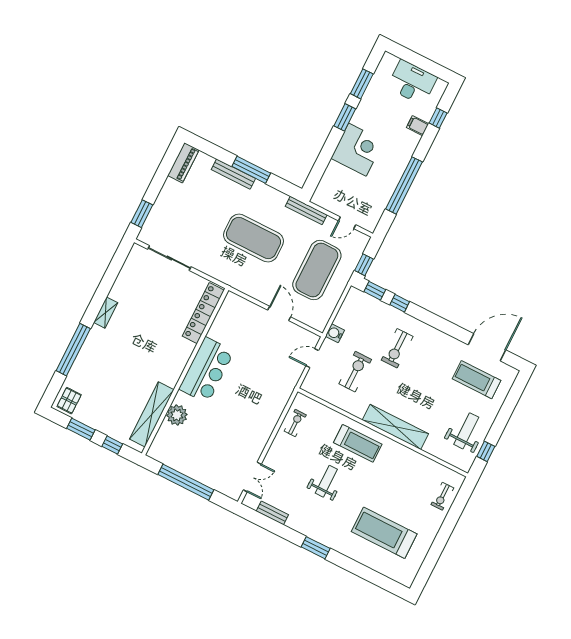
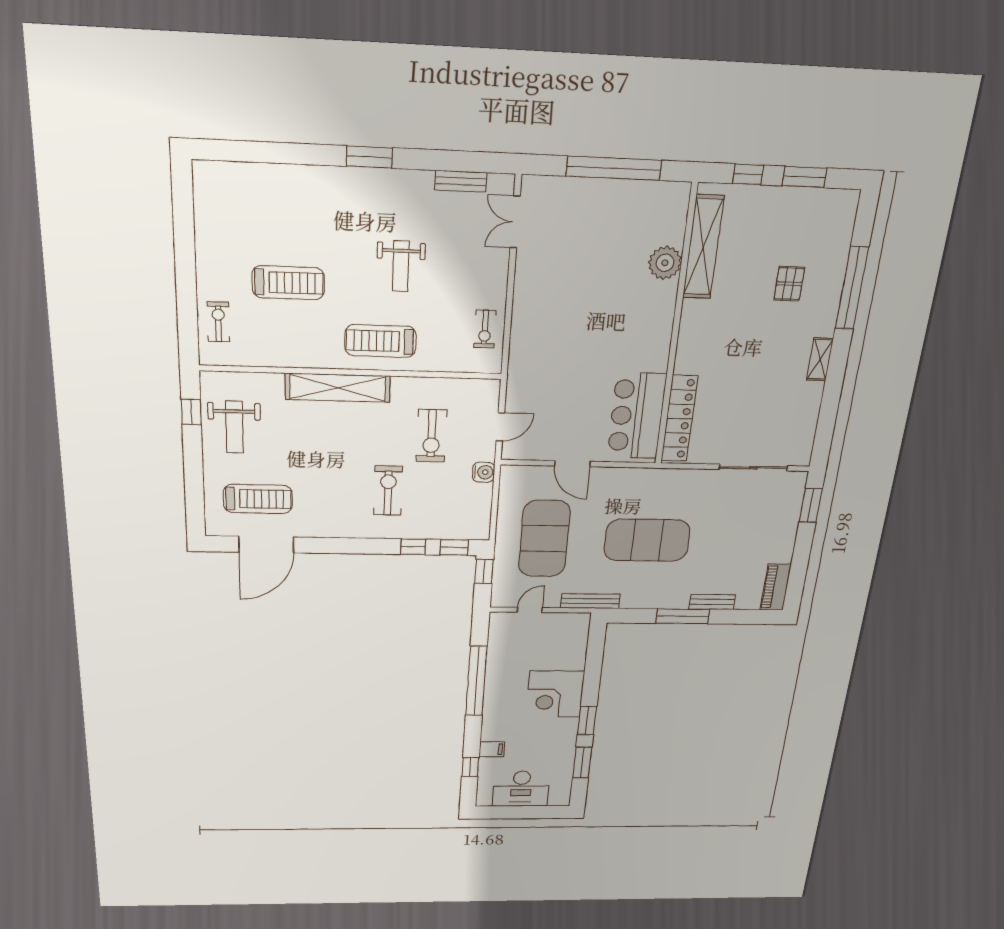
bench: (233, 174) -> (712, 602), width x0.73
bar counter: (206, 370) -> (637, 416), moved
pallet: (69, 401) -> (789, 284), moved
treadmill: (384, 533) -> (288, 283), moved, width x0.73, depth x0.73

